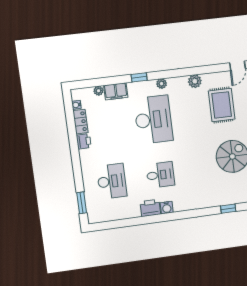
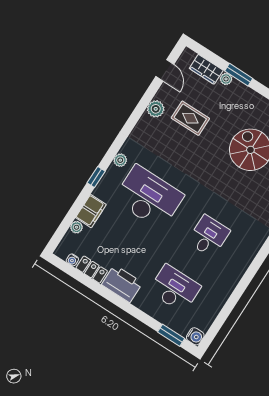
plant: (195, 81) -> (156, 109), moved
rug: (222, 105) -> (190, 118), width x0.73, depth x0.70
printer: (84, 141) -> (122, 284), width x1.87, depth x1.48
printer: (150, 208) -> (233, 273), removed
water cooler: (167, 208) -> (195, 336), moved

